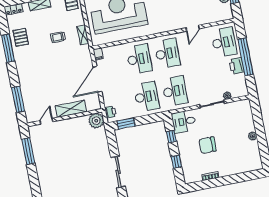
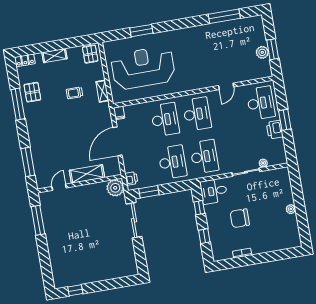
window: (246, 57) -> (285, 120), width x0.47
sliding door: (118, 172) -> (134, 220), moved

